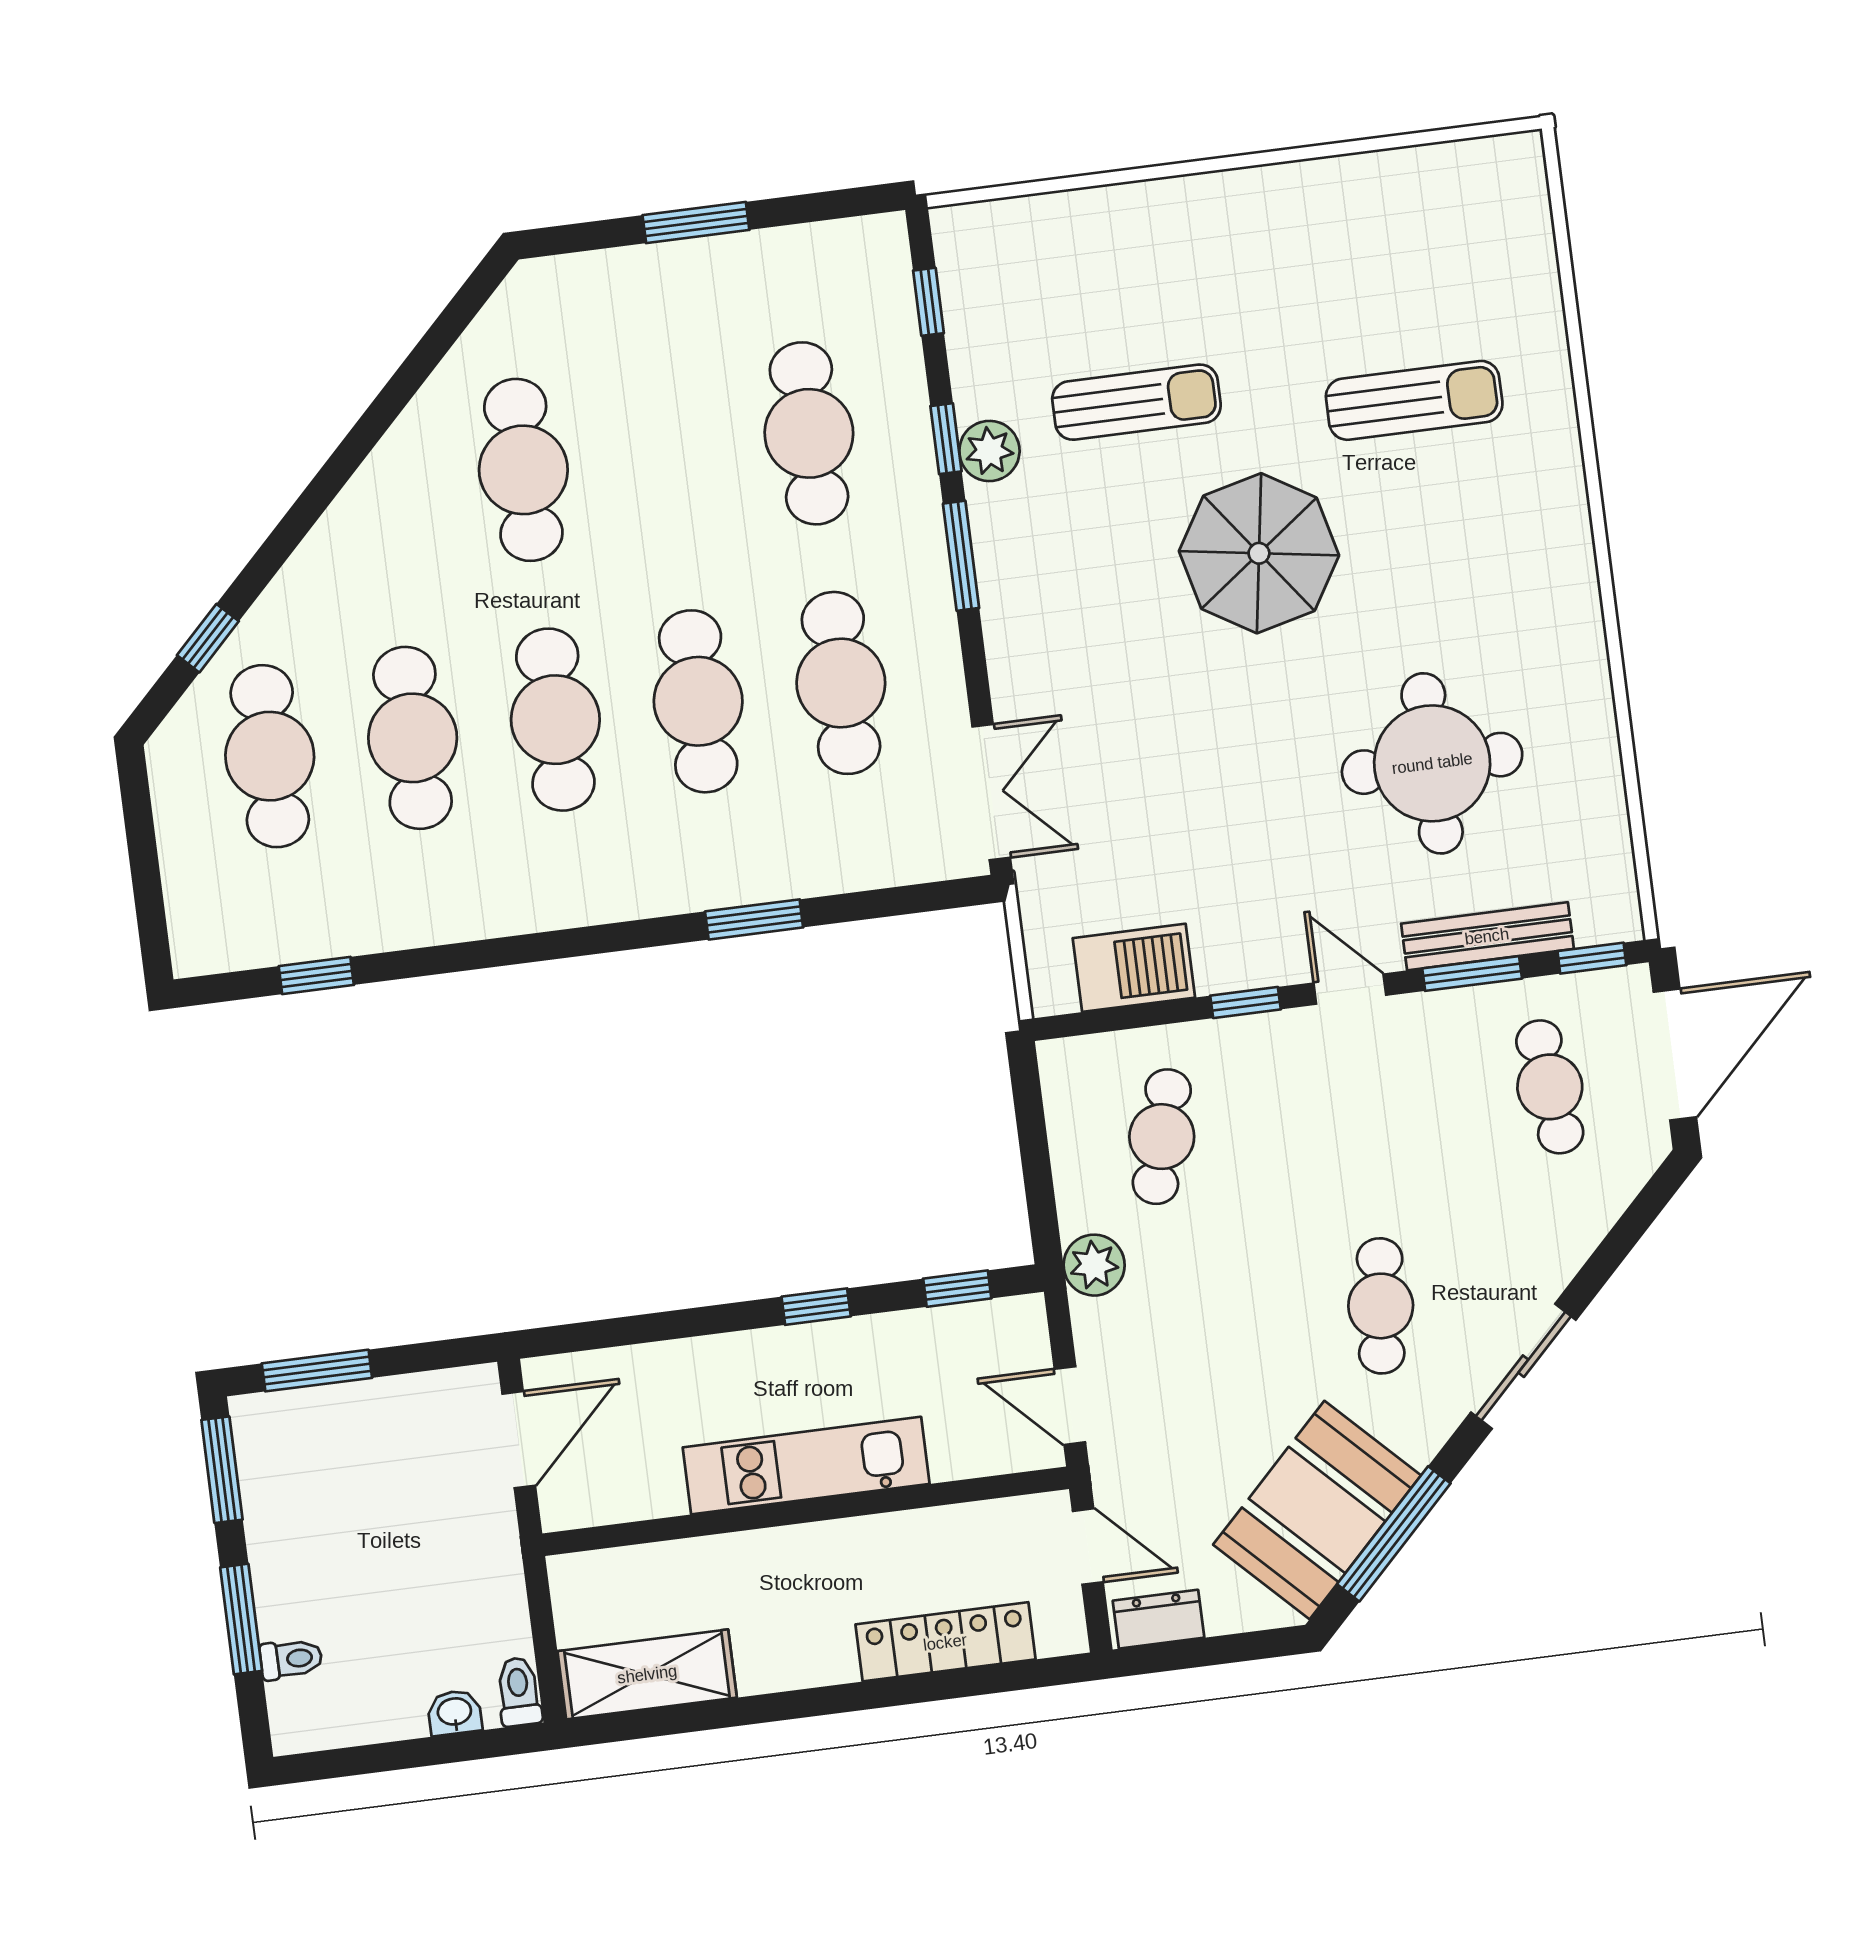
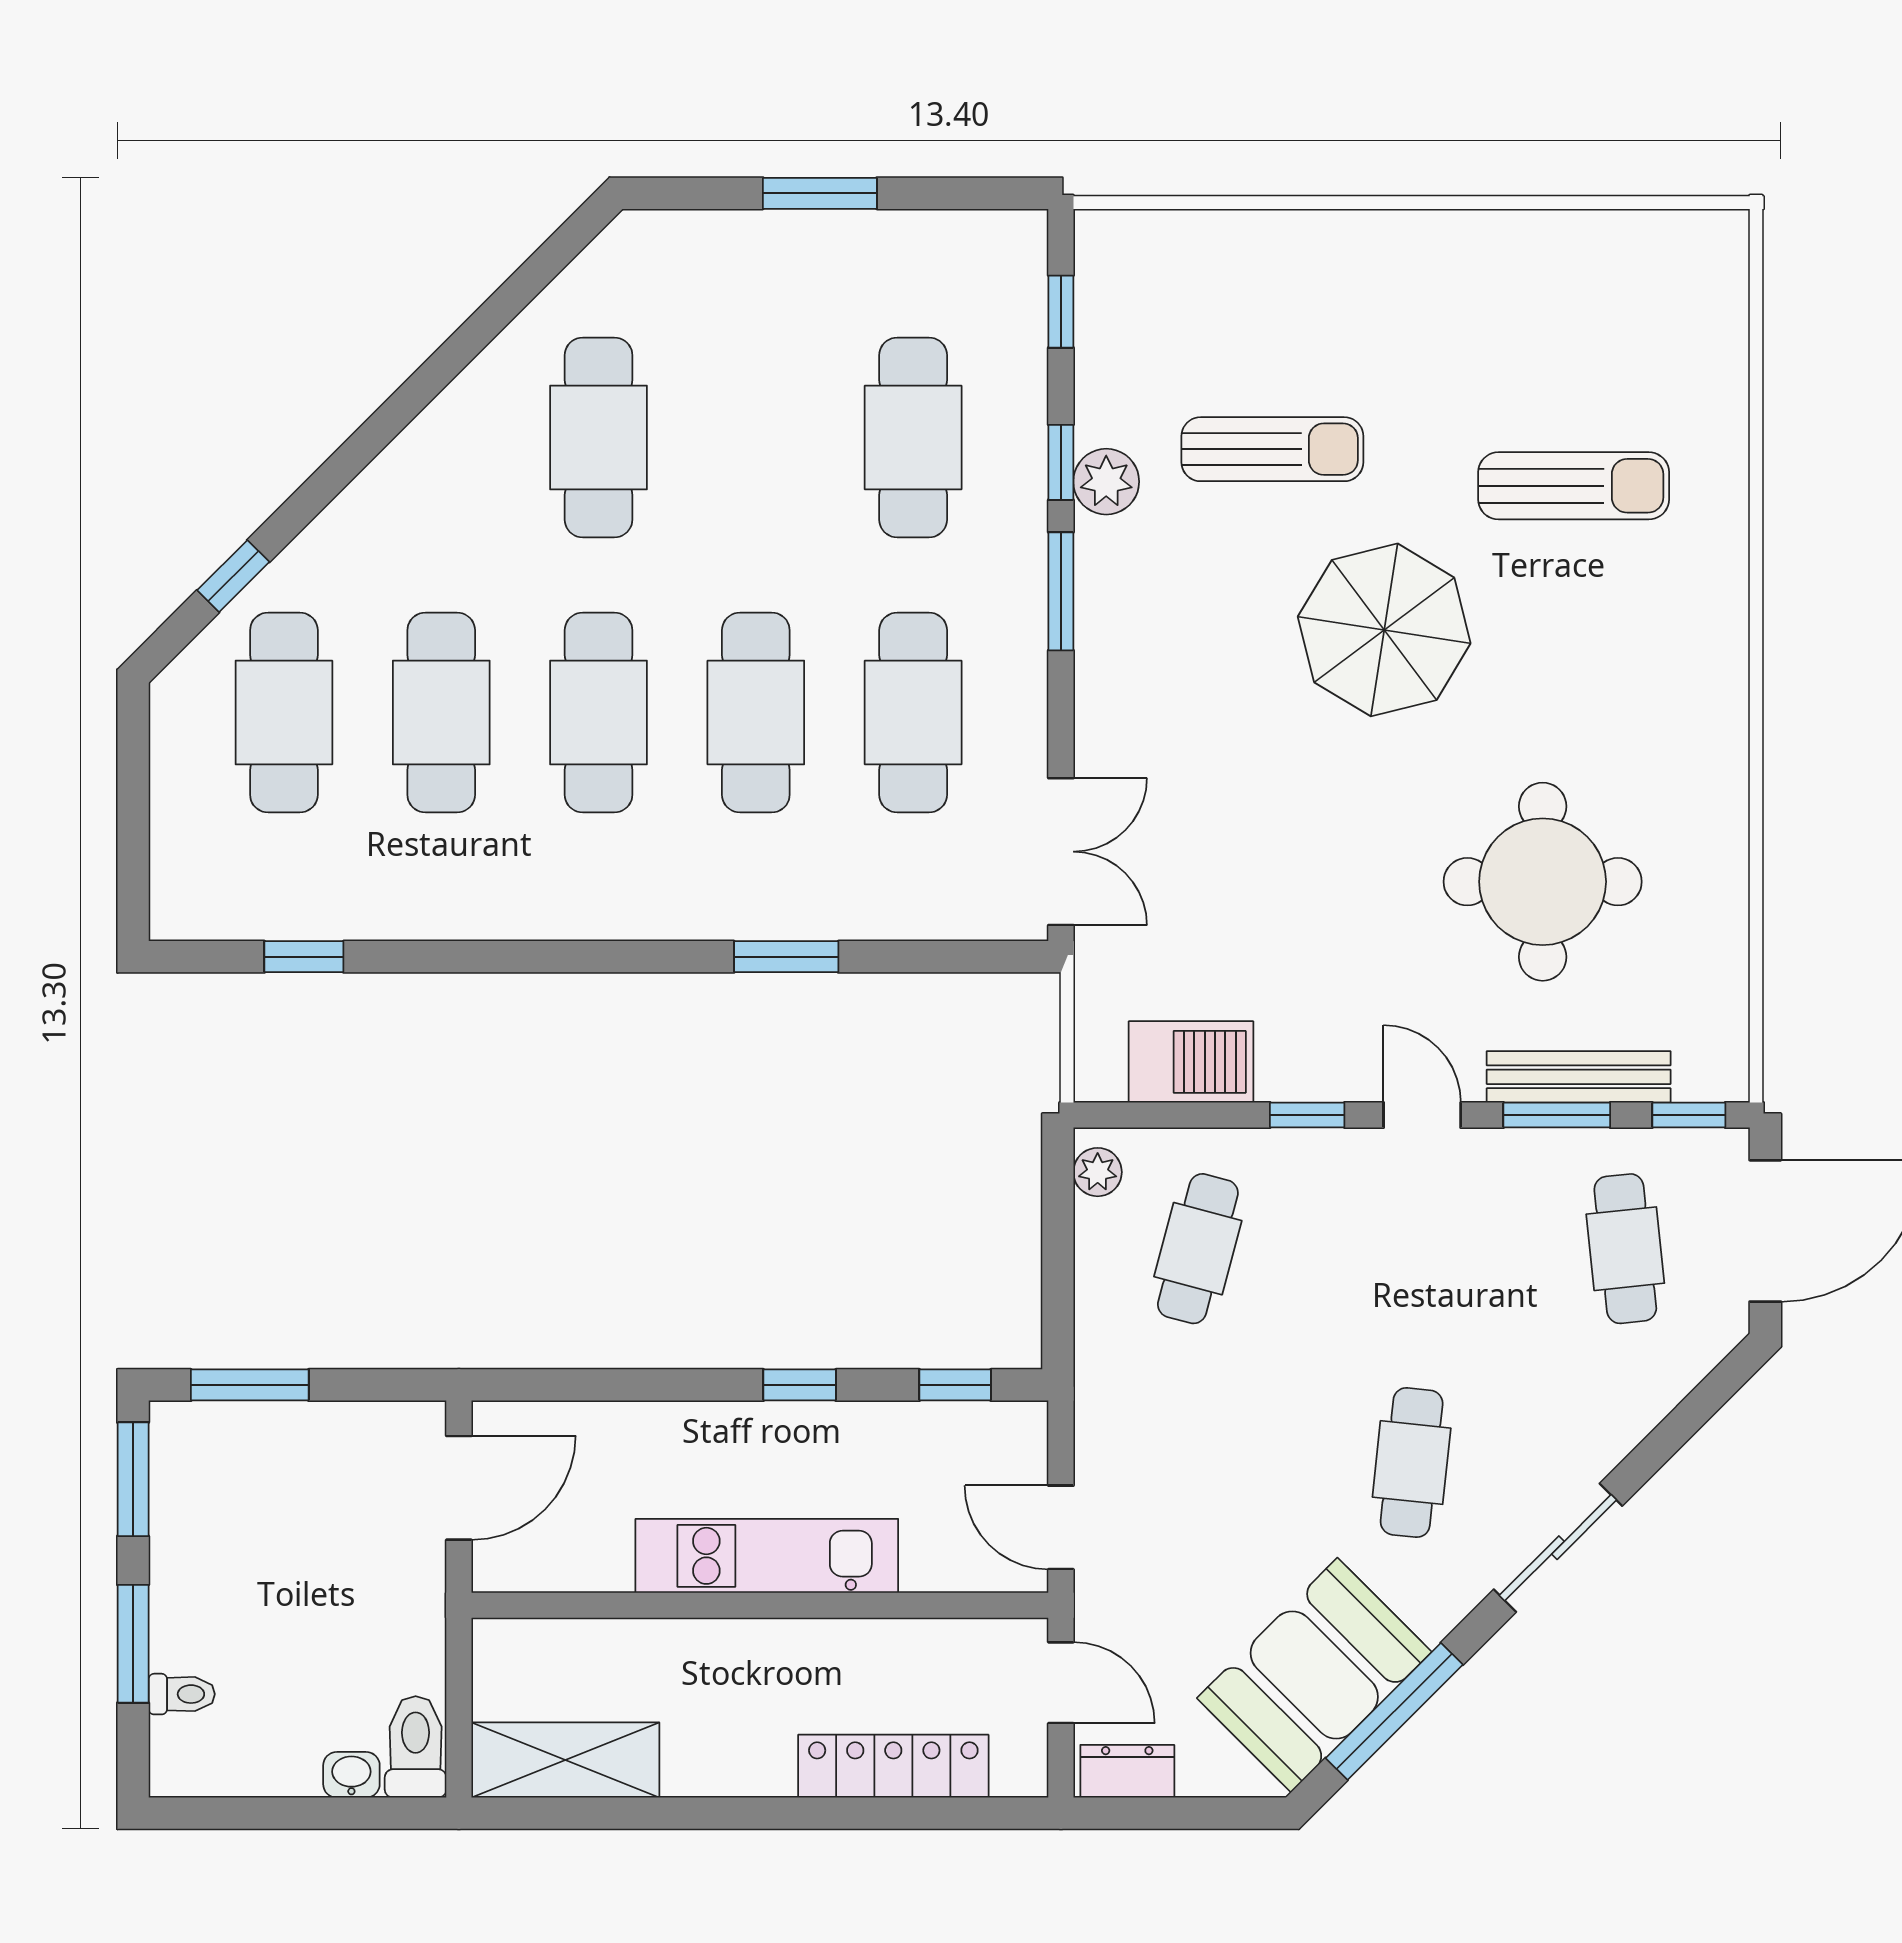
plant: (1094, 1265) -> (1098, 1172), moved, width x0.73, depth x0.73
toilet: (519, 1692) -> (416, 1747), width x1.37, depth x1.39

